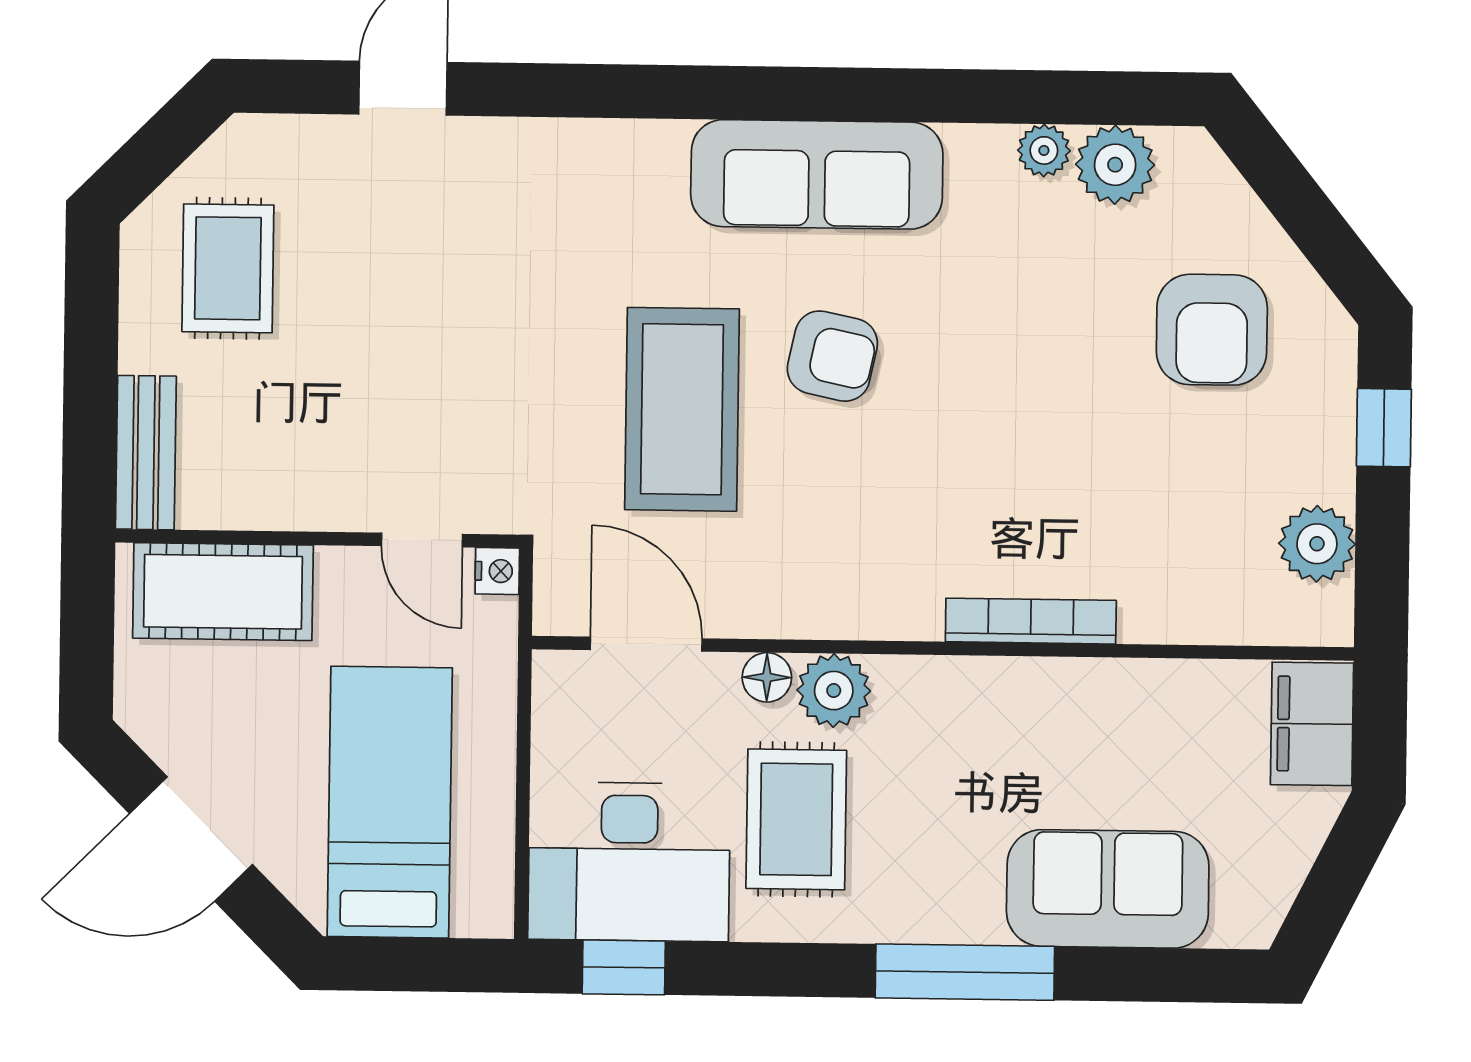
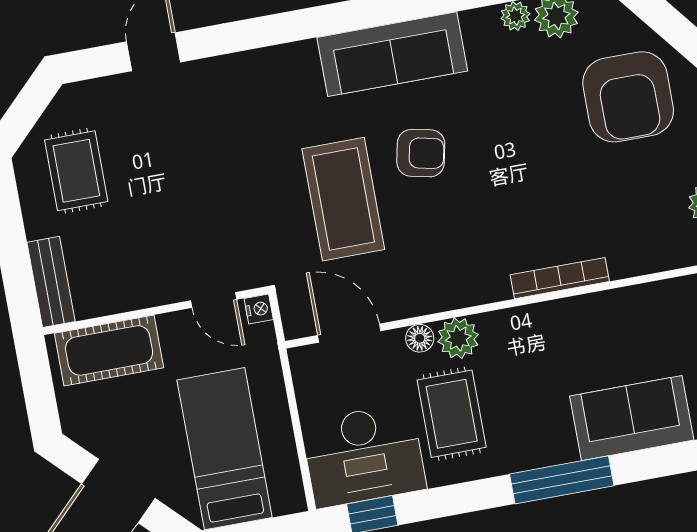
armchair: (1212, 330) -> (628, 97), width x1.36, depth x1.36

